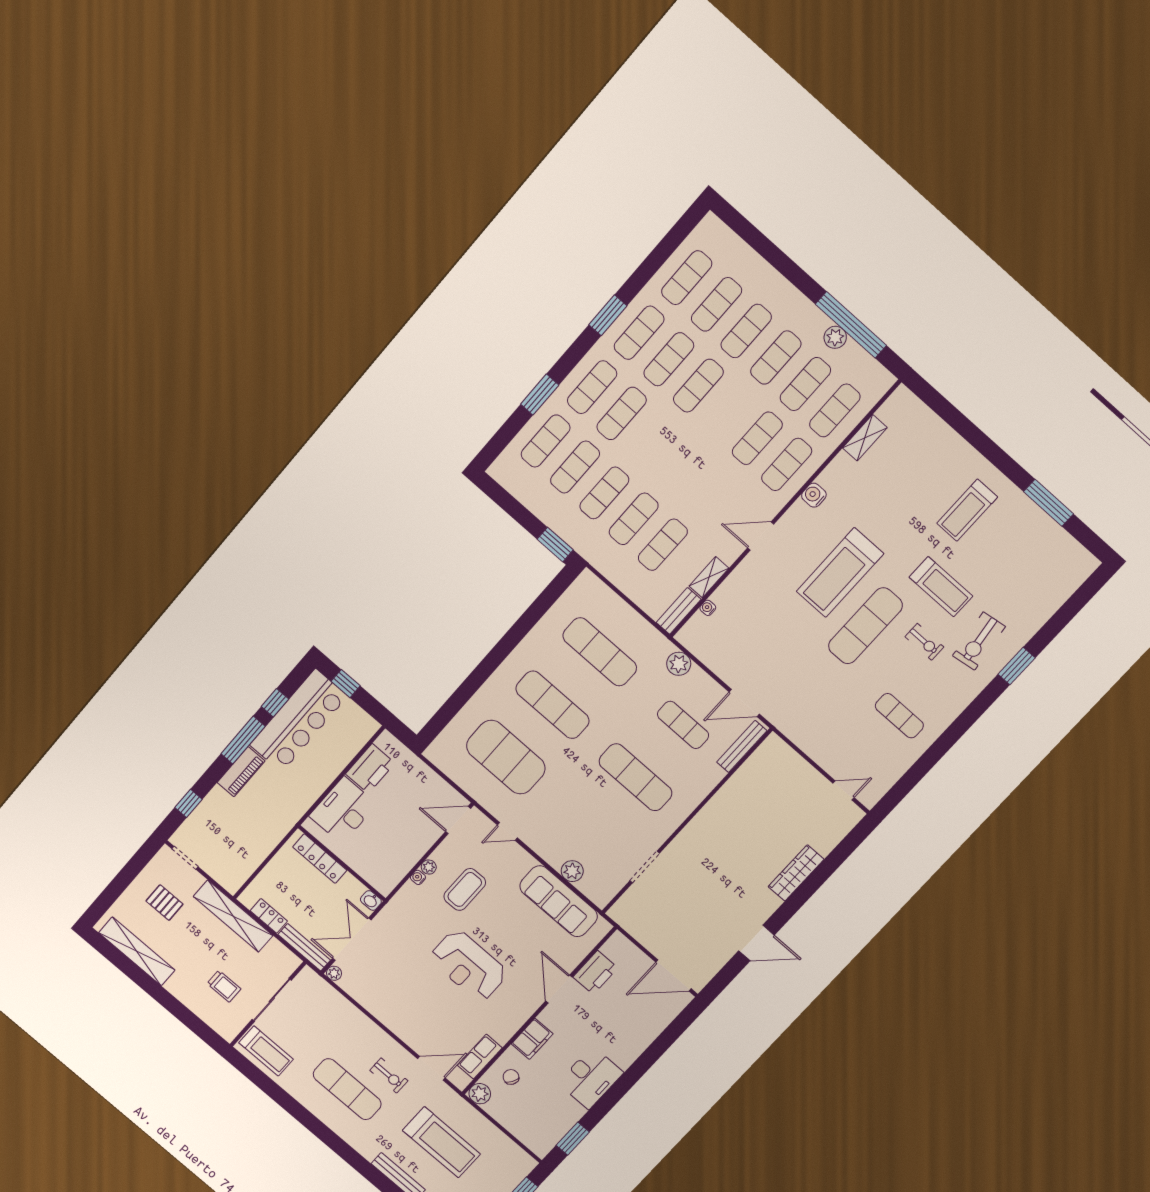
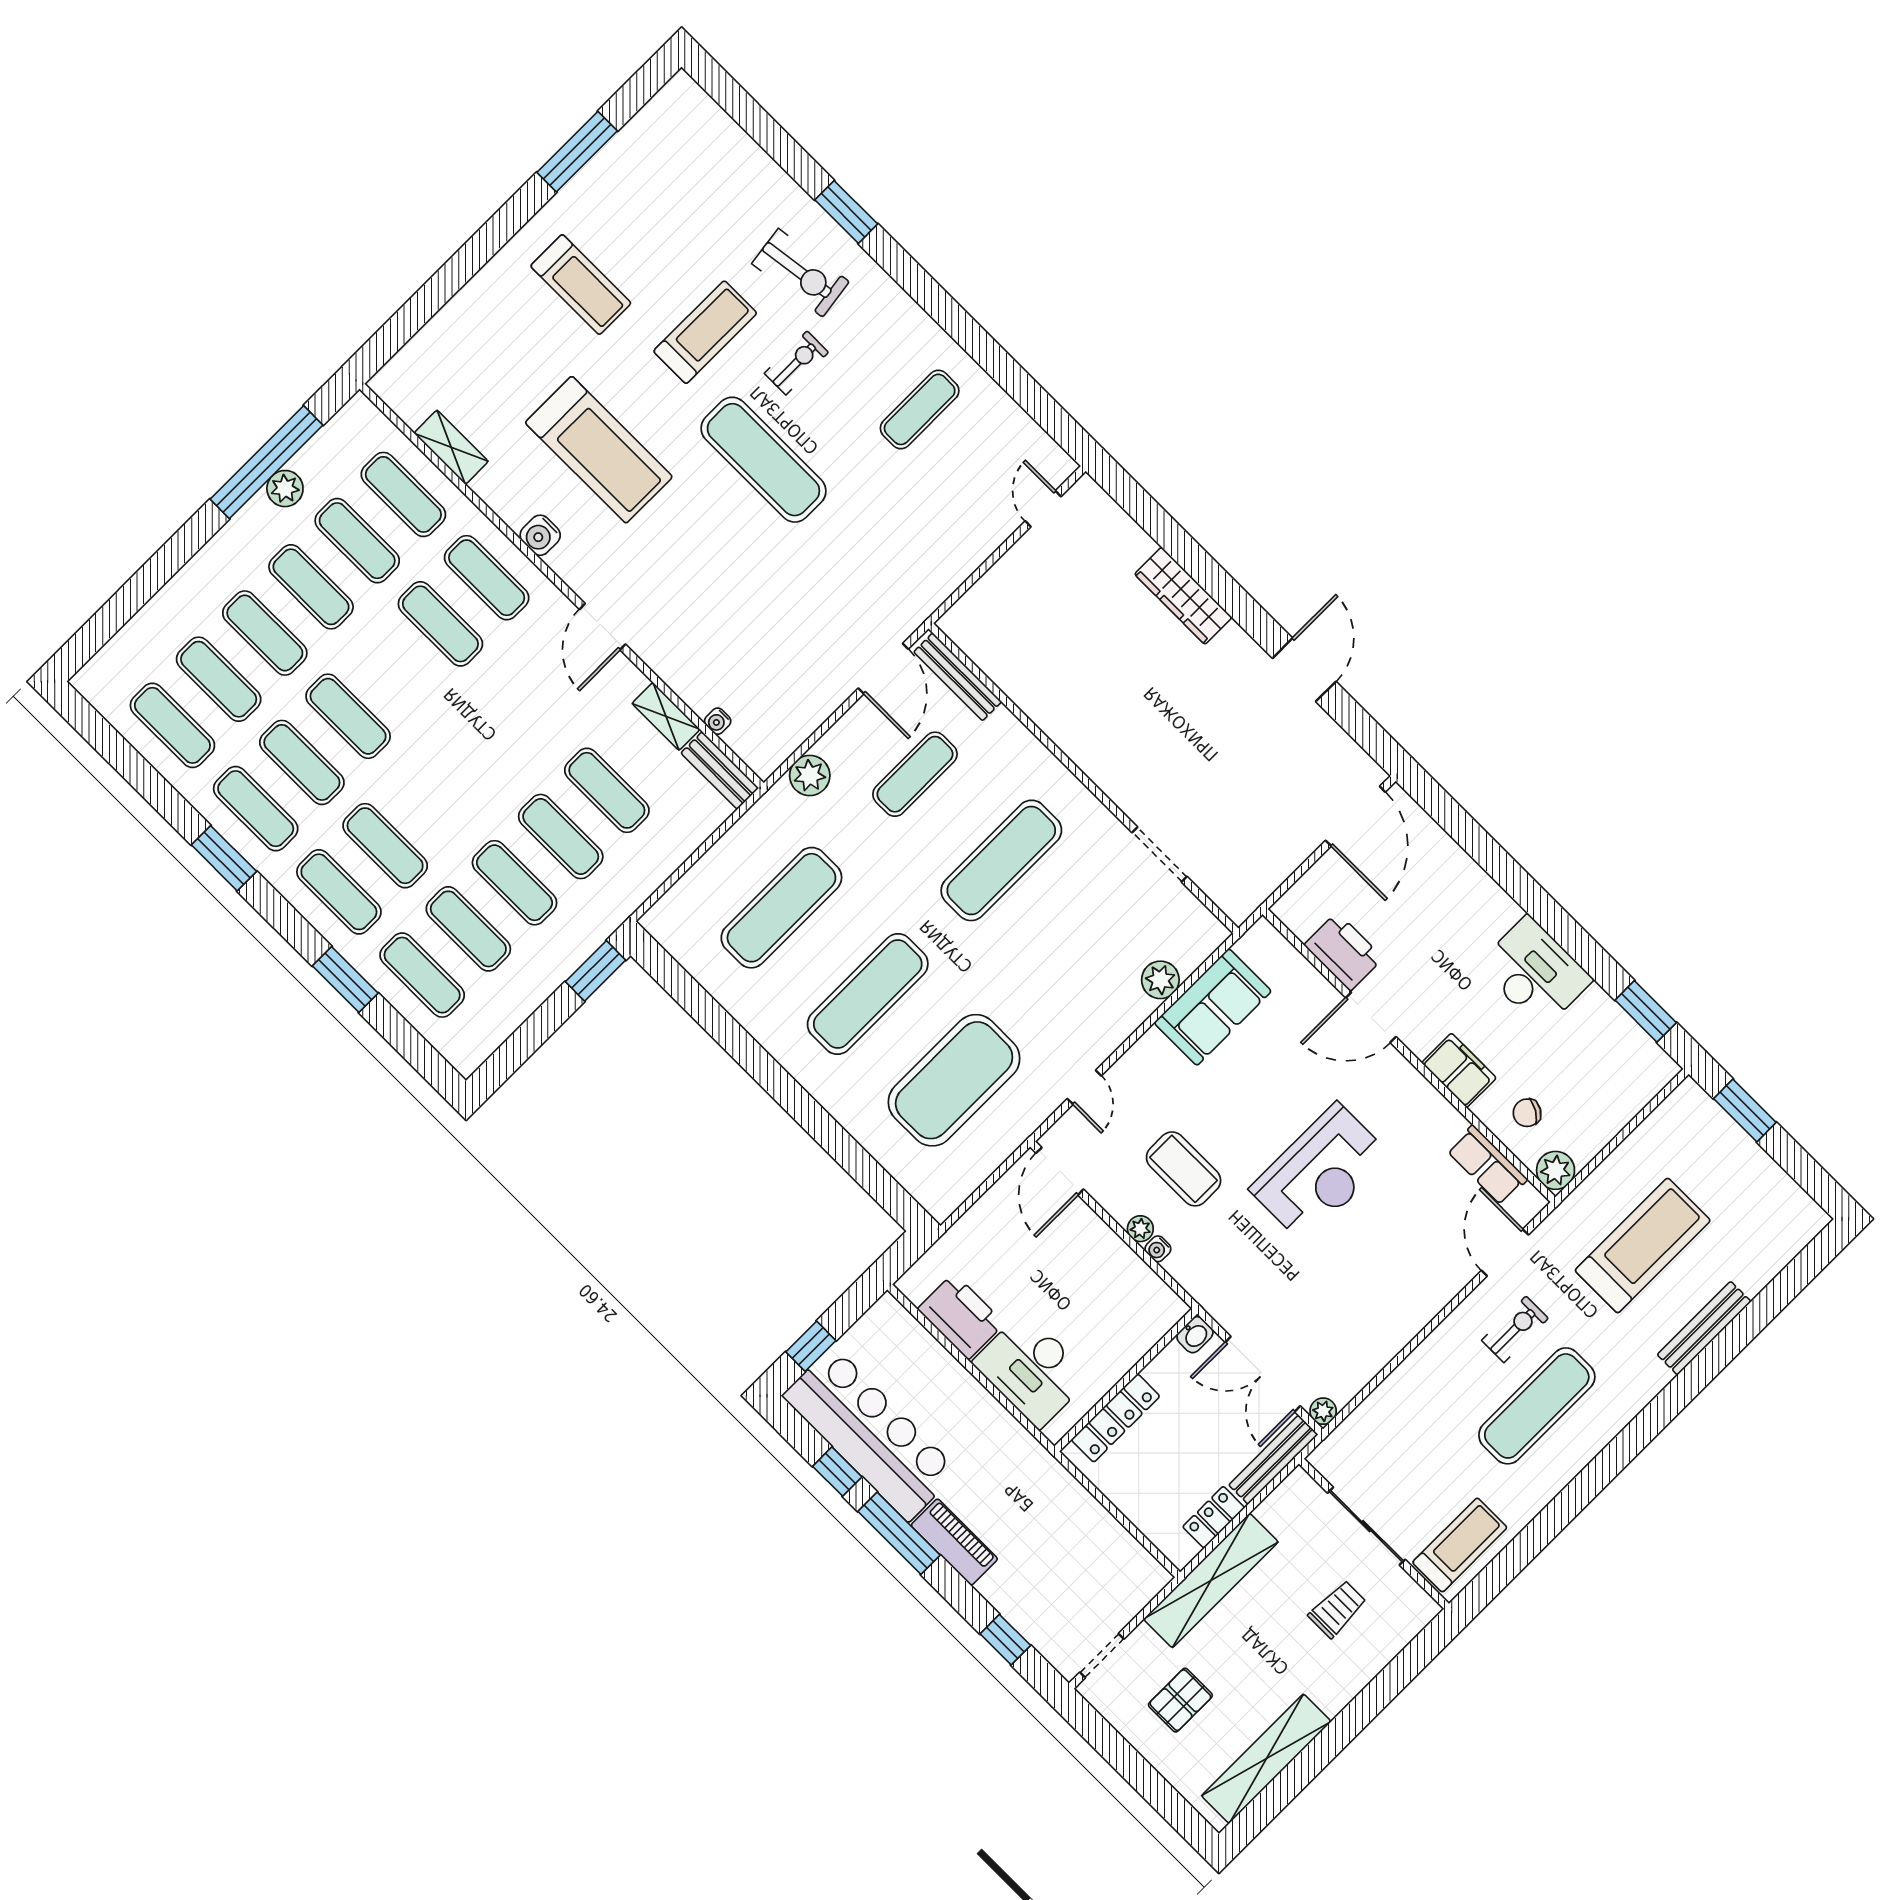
treadmill: (840, 573) -> (599, 450), moved
sofa: (559, 901) -> (1213, 1007), width x0.73

